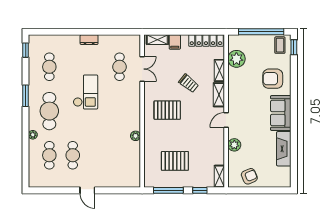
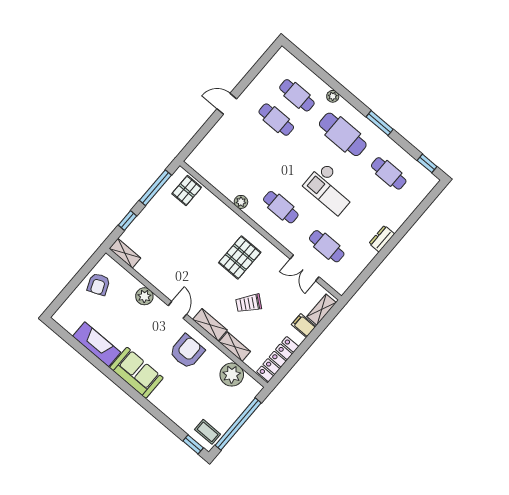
armchair: (273, 79) -> (187, 351), moved
cafe table: (120, 111) -> (281, 207), added
pallet: (175, 161) -> (187, 191), moved, width x0.67, depth x0.71

